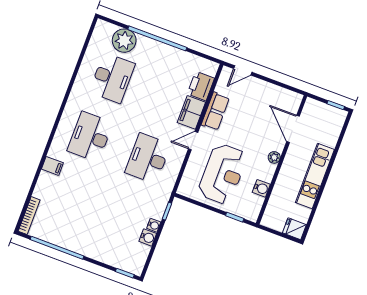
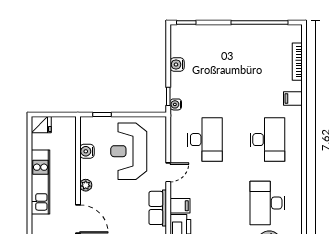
filing cabinet: (191, 112) -> (180, 206), width x0.50
bookcase: (29, 216) -> (297, 62), moved
water cooler: (154, 225) -> (176, 104), moved

